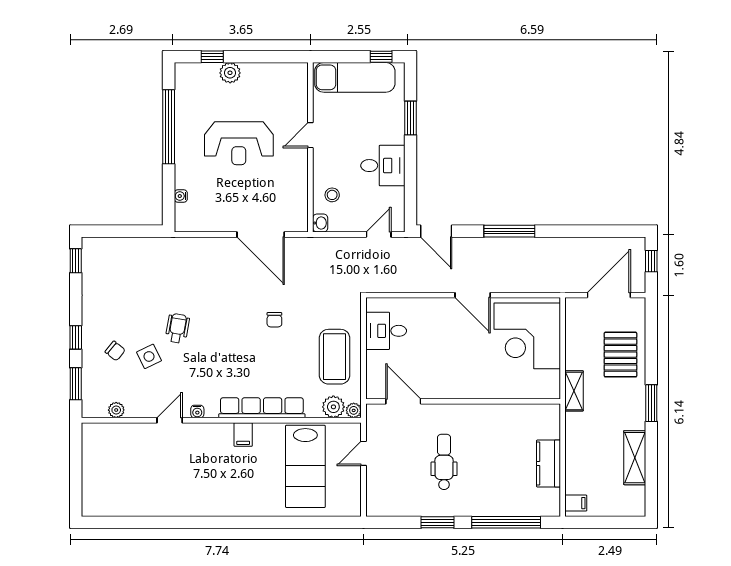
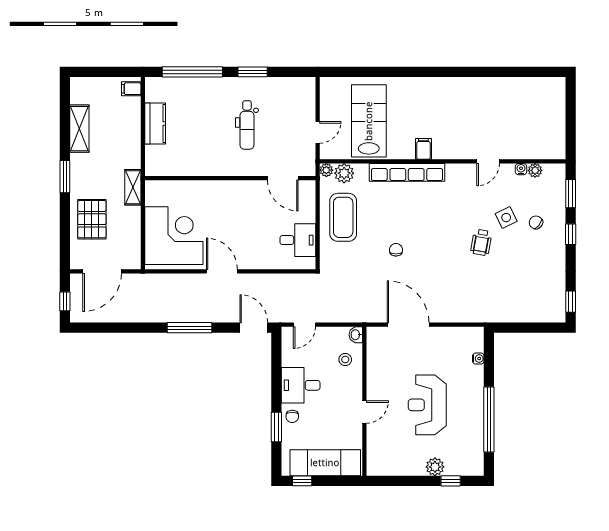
chair: (392, 130) -> (292, 416), added
reception desk: (239, 143) -> (427, 405), turned -90
water cooler: (197, 412) -> (521, 169), moved

